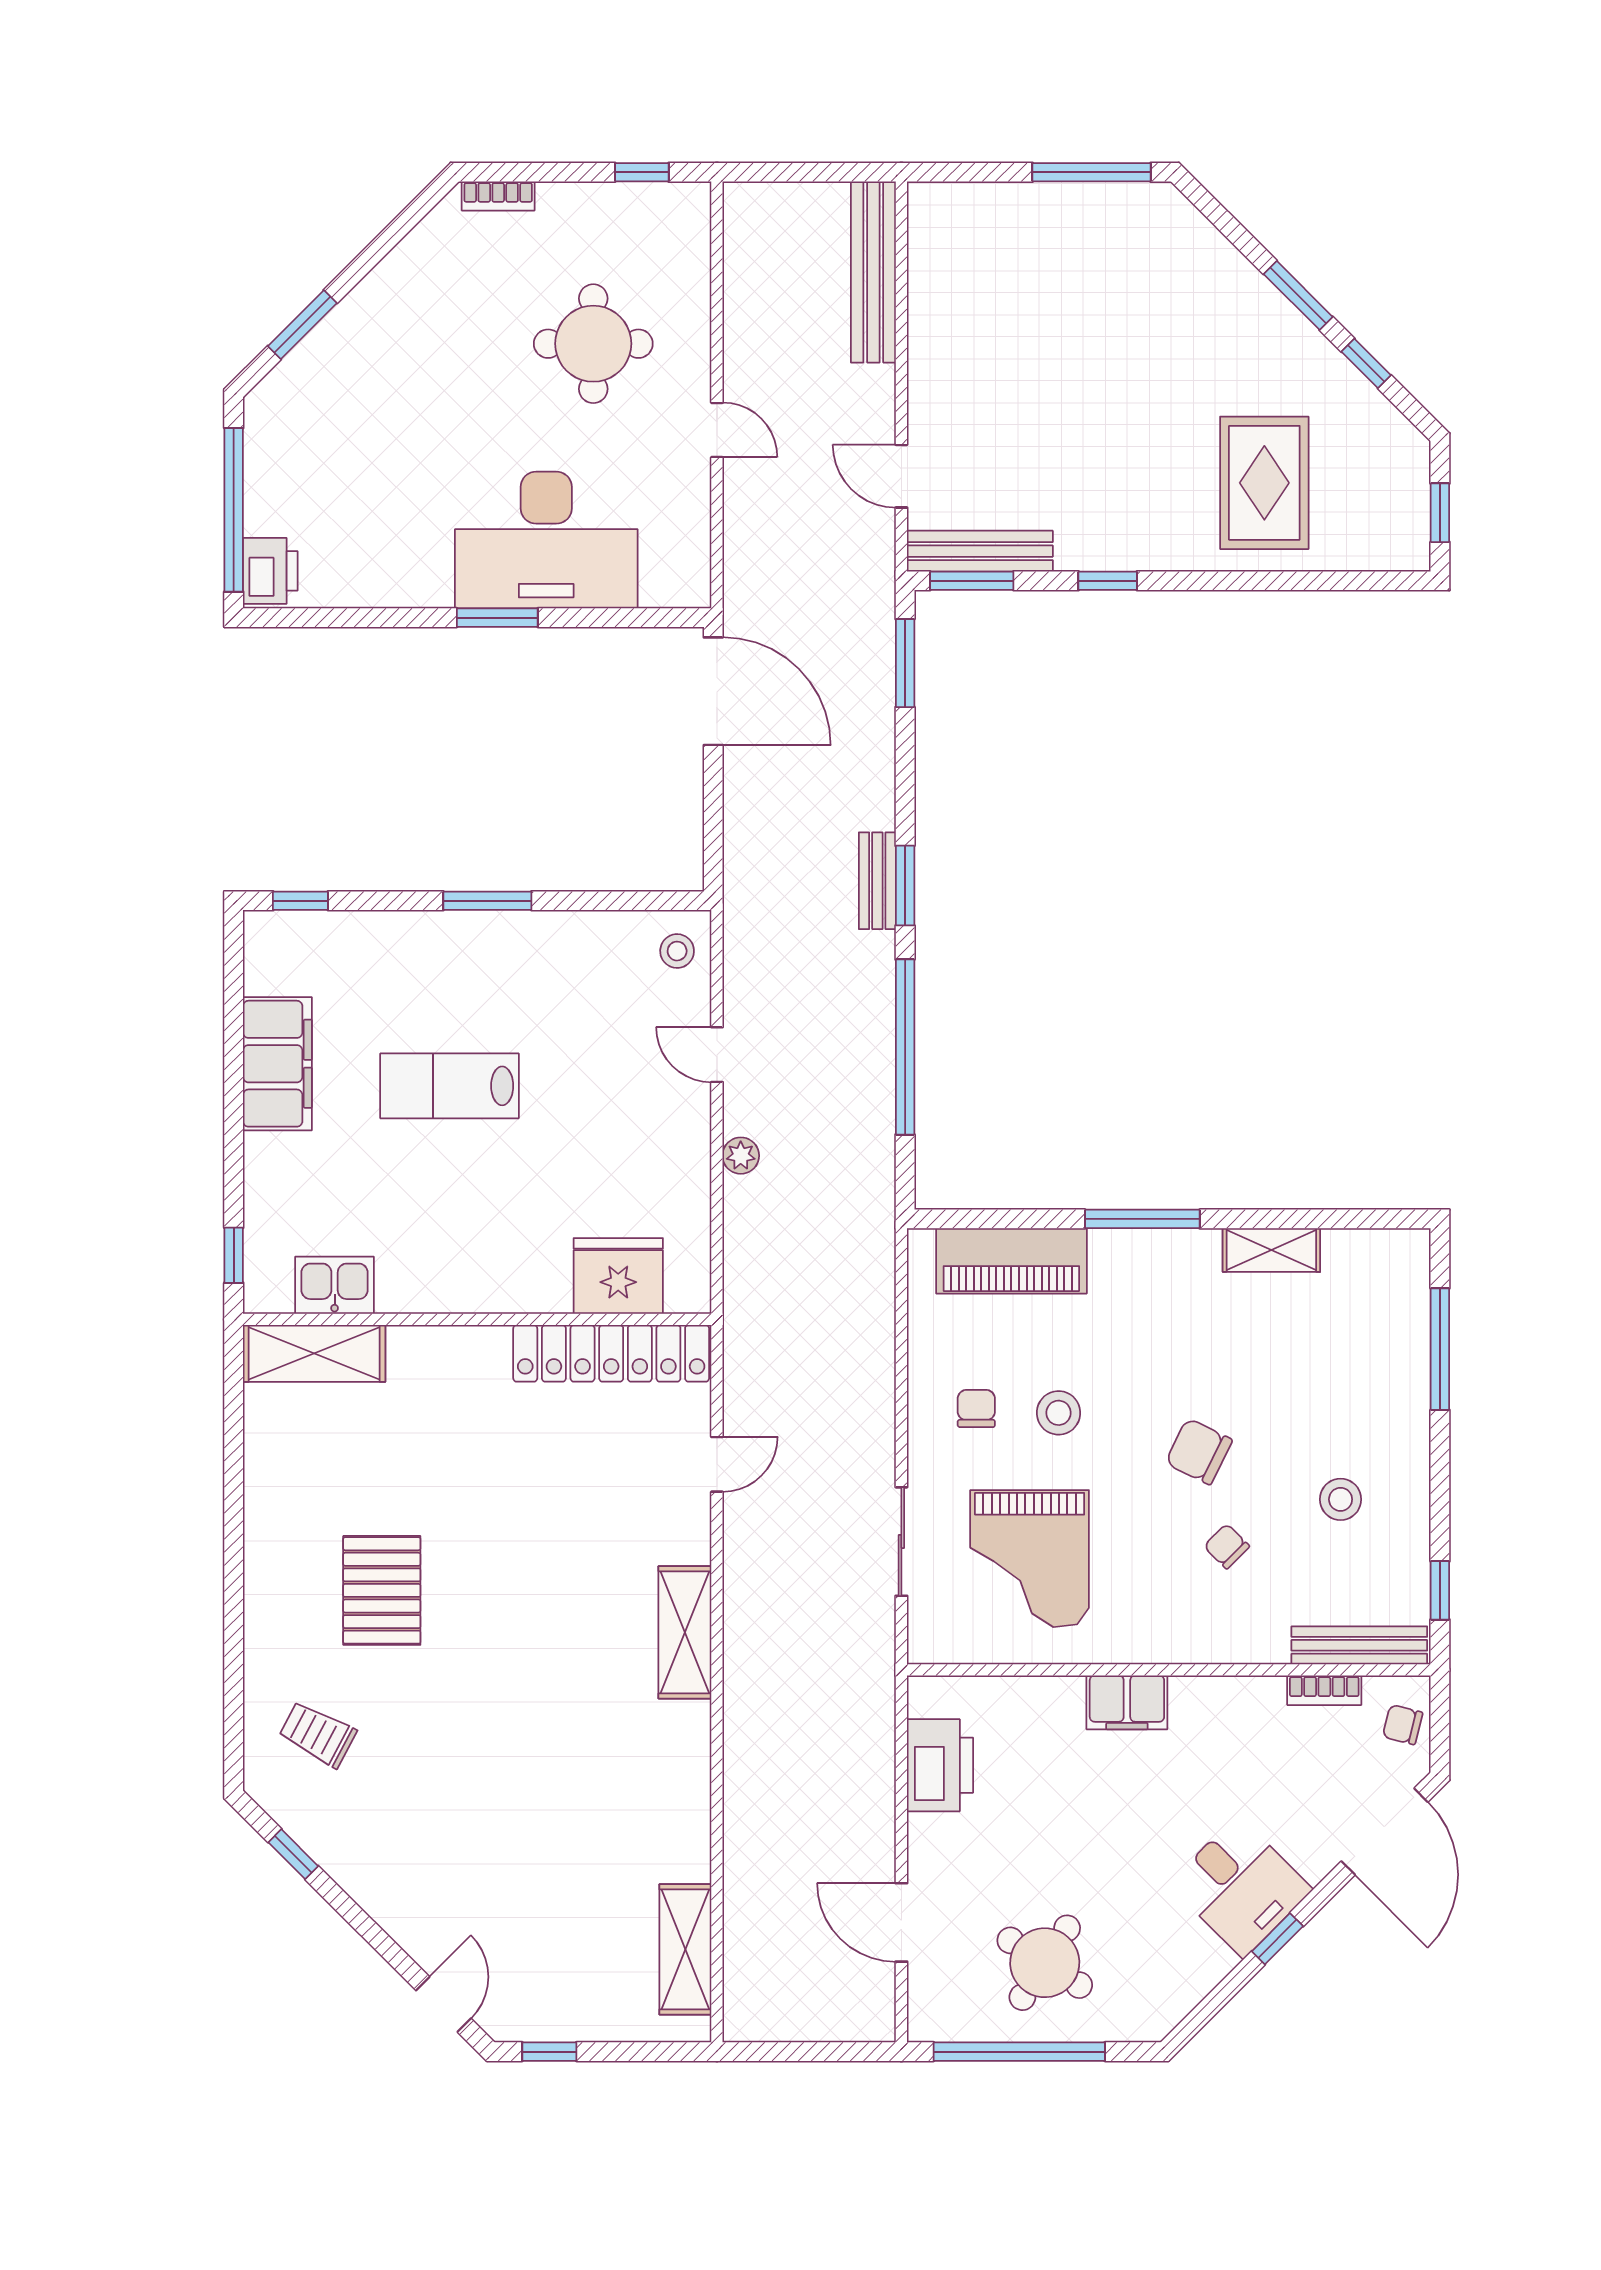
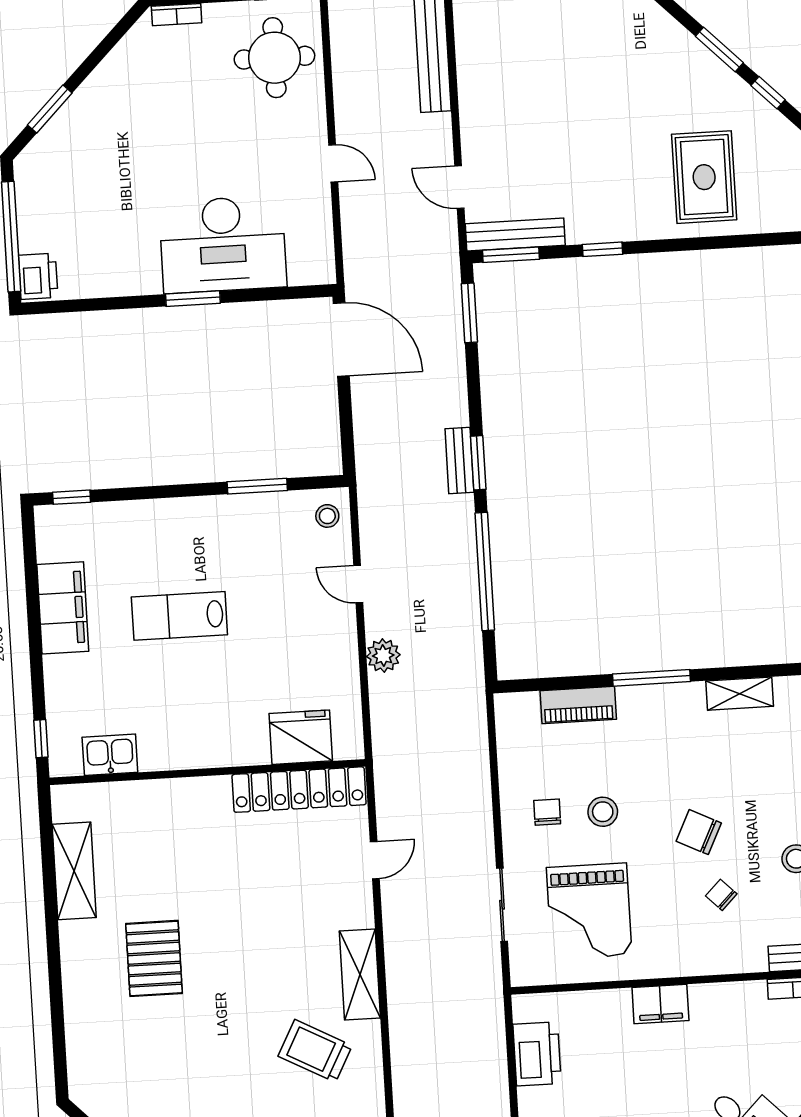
round table: (593, 344) -> (274, 58), moved
window: (487, 901) -> (257, 486), moved
plant: (741, 1156) -> (383, 656), width x1.38, depth x1.38
piano: (1011, 1261) -> (578, 705), width x0.73, depth x0.75
shelving: (314, 1353) -> (74, 871), moved, turned 90
trolley: (318, 1734) -> (315, 1051), moved, width x1.36, depth x1.39

